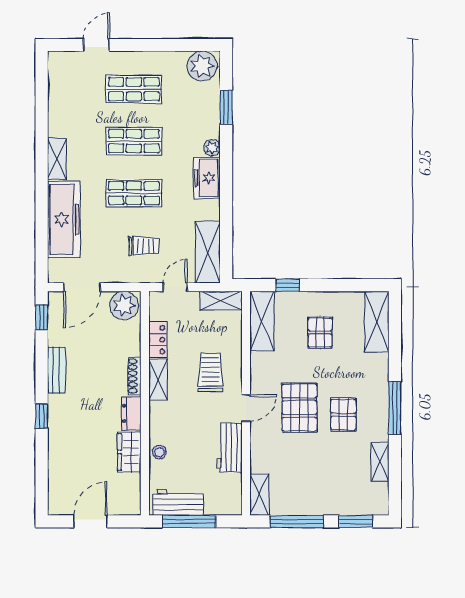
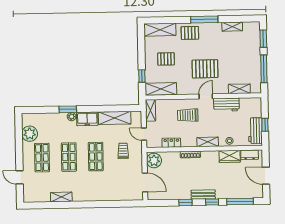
plant: (202, 66) -> (30, 134), moved
window: (226, 107) -> (68, 109), moved
shelving: (57, 159) -> (61, 197), moved
freezer: (64, 219) -> (110, 192), removed
shelving: (208, 252) -> (115, 118), moved
window: (42, 317) -> (185, 203), moved
bench: (56, 370) -> (203, 195), moved
shelving: (158, 380) -> (208, 142), moved
door: (246, 408) -> (206, 96), hinge flipped
dresser: (131, 414) -> (250, 155), moved
pallet: (343, 415) -> (190, 33), moved
window: (42, 470) -> (240, 201), added
shelving: (259, 495) -> (239, 89), moved
window: (189, 521) -> (265, 125), width x0.46

